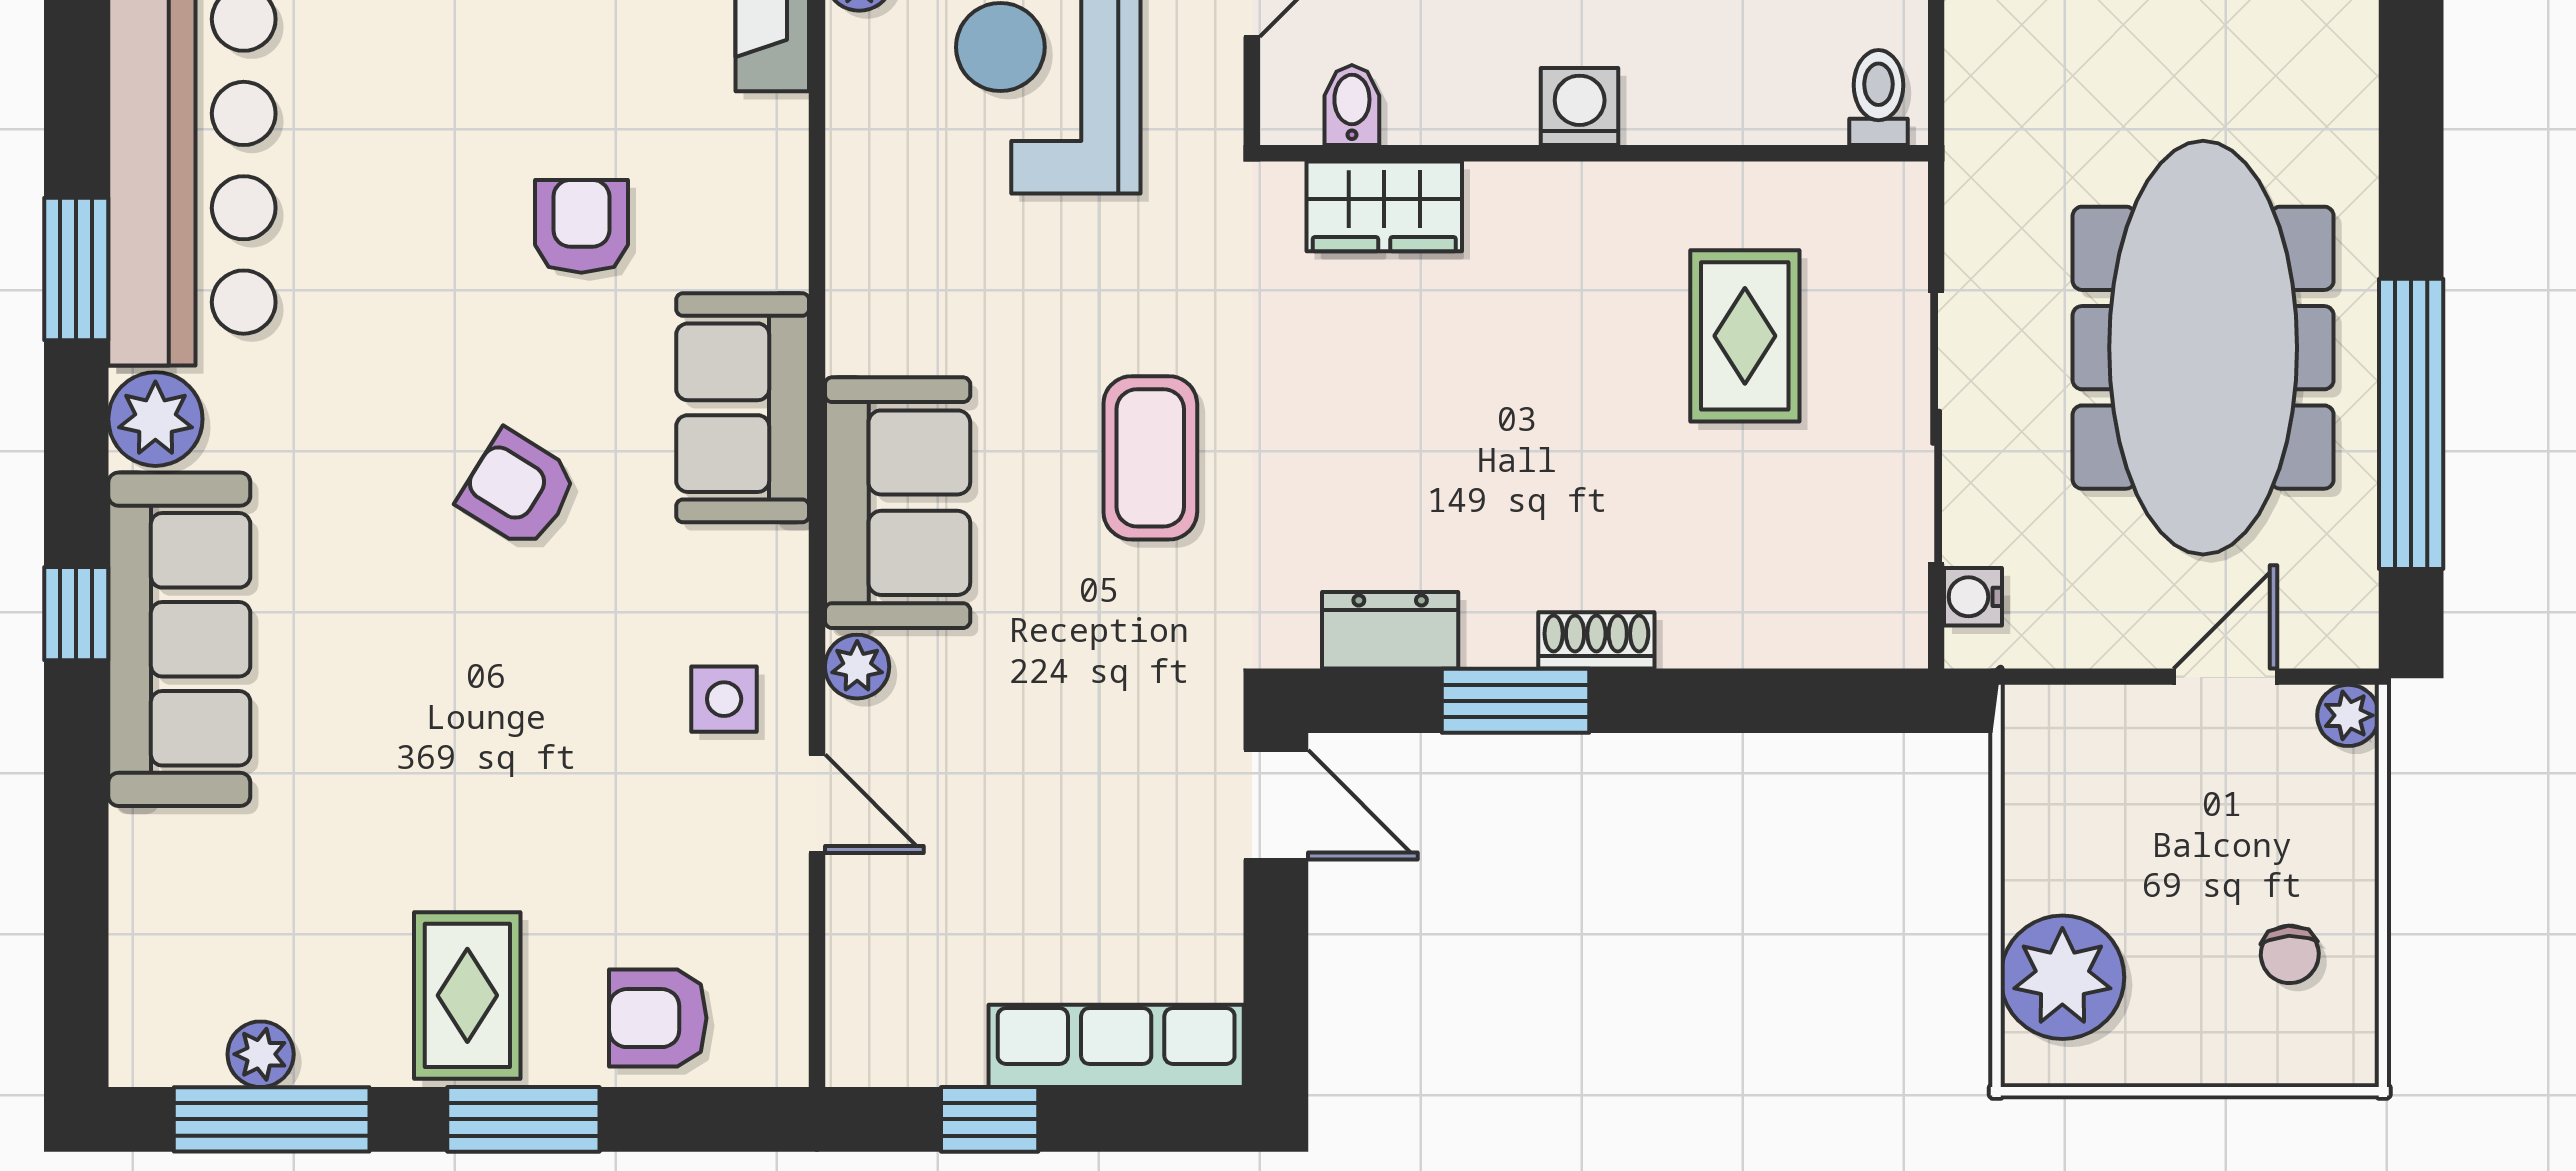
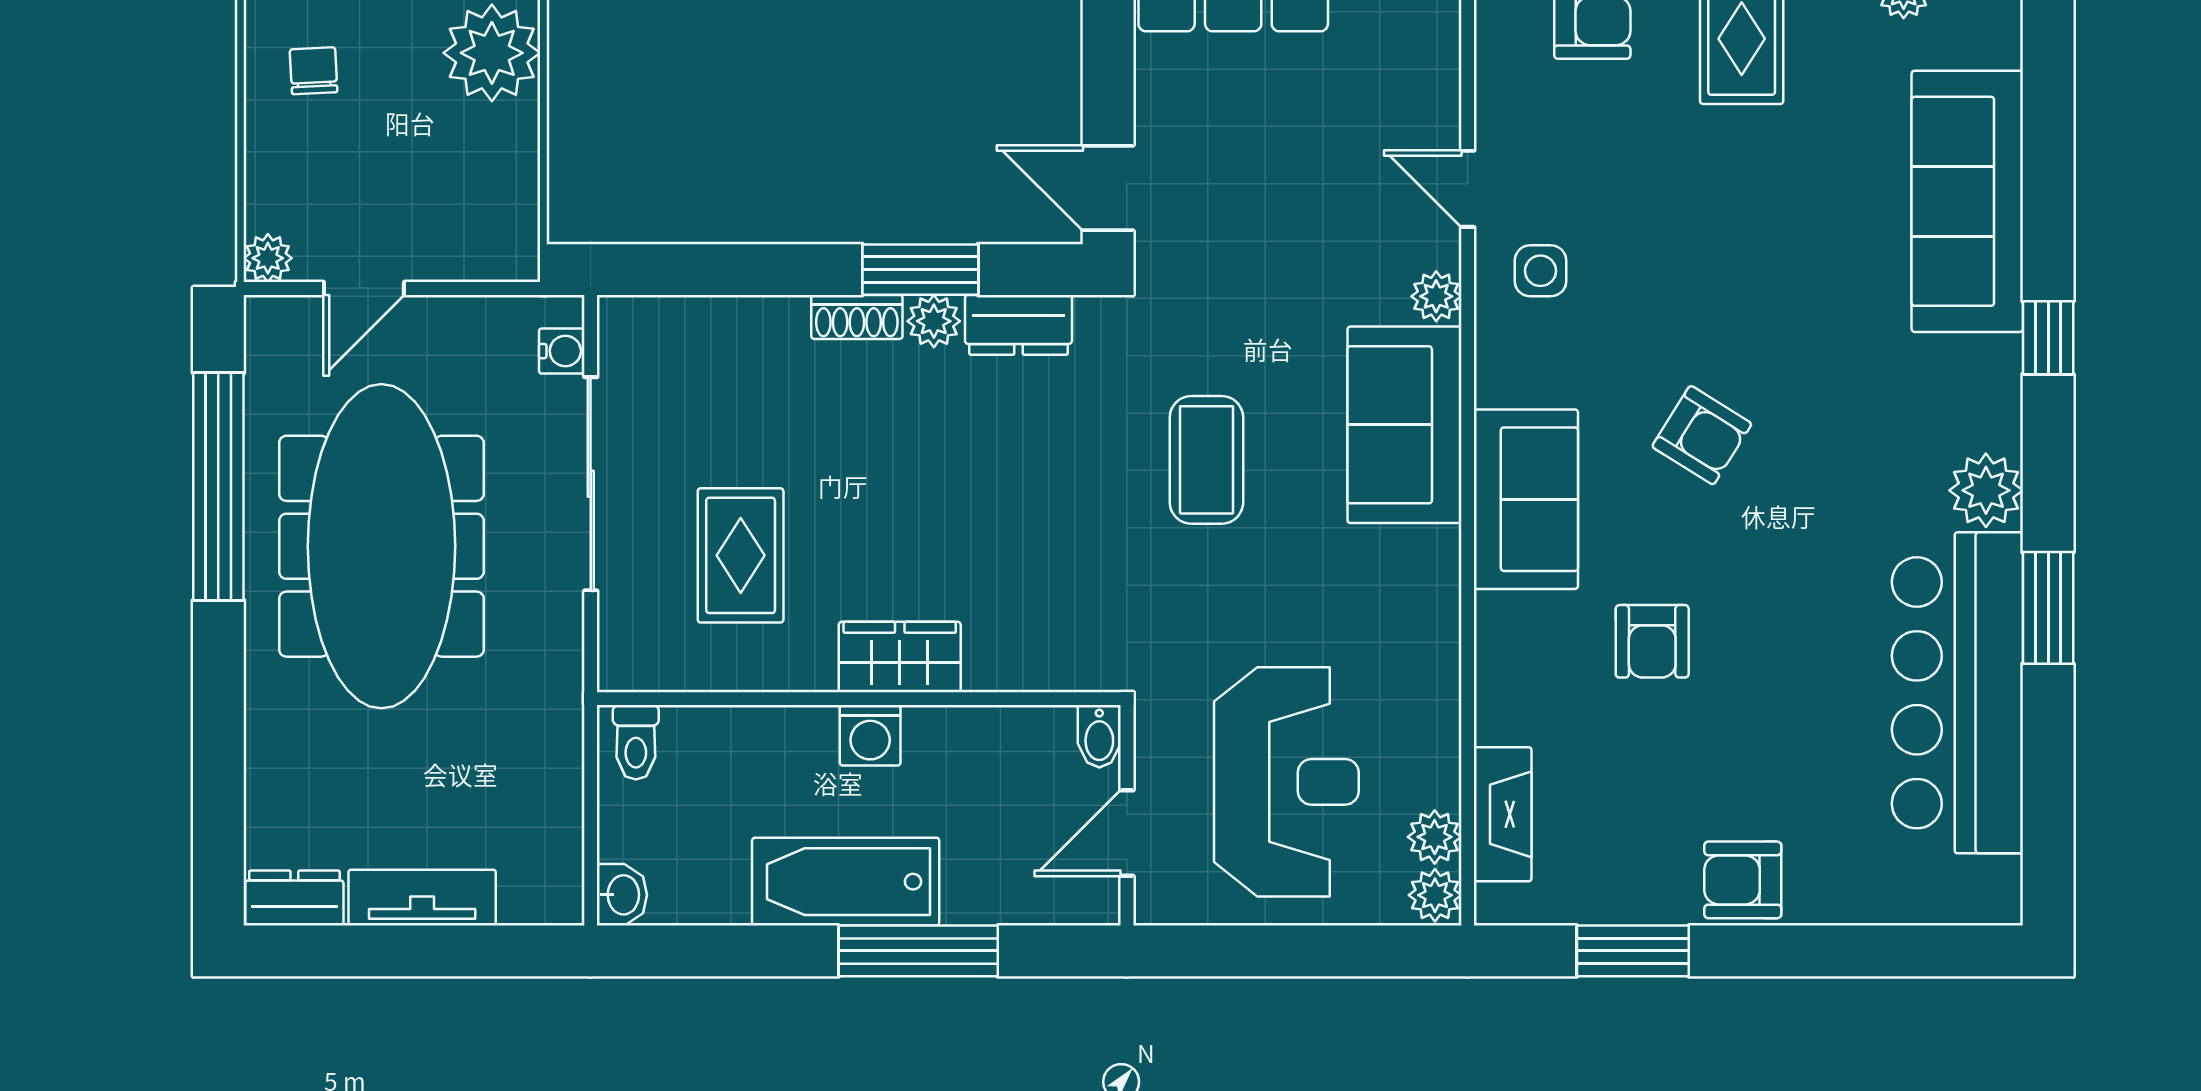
bidet: (1352, 105) -> (1099, 736), moved
wardrobe: (1384, 206) -> (900, 657), moved
plant: (1498, 635) -> (934, 321), added
sofa: (179, 639) -> (1967, 201), moved

